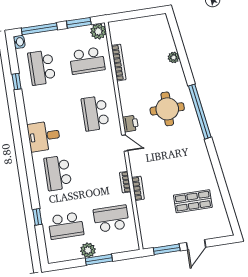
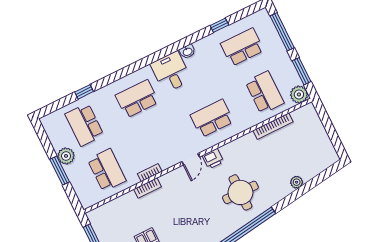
washbasin: (19, 42) -> (187, 52), moved
school desk: (87, 61) -> (265, 92), turned 180

